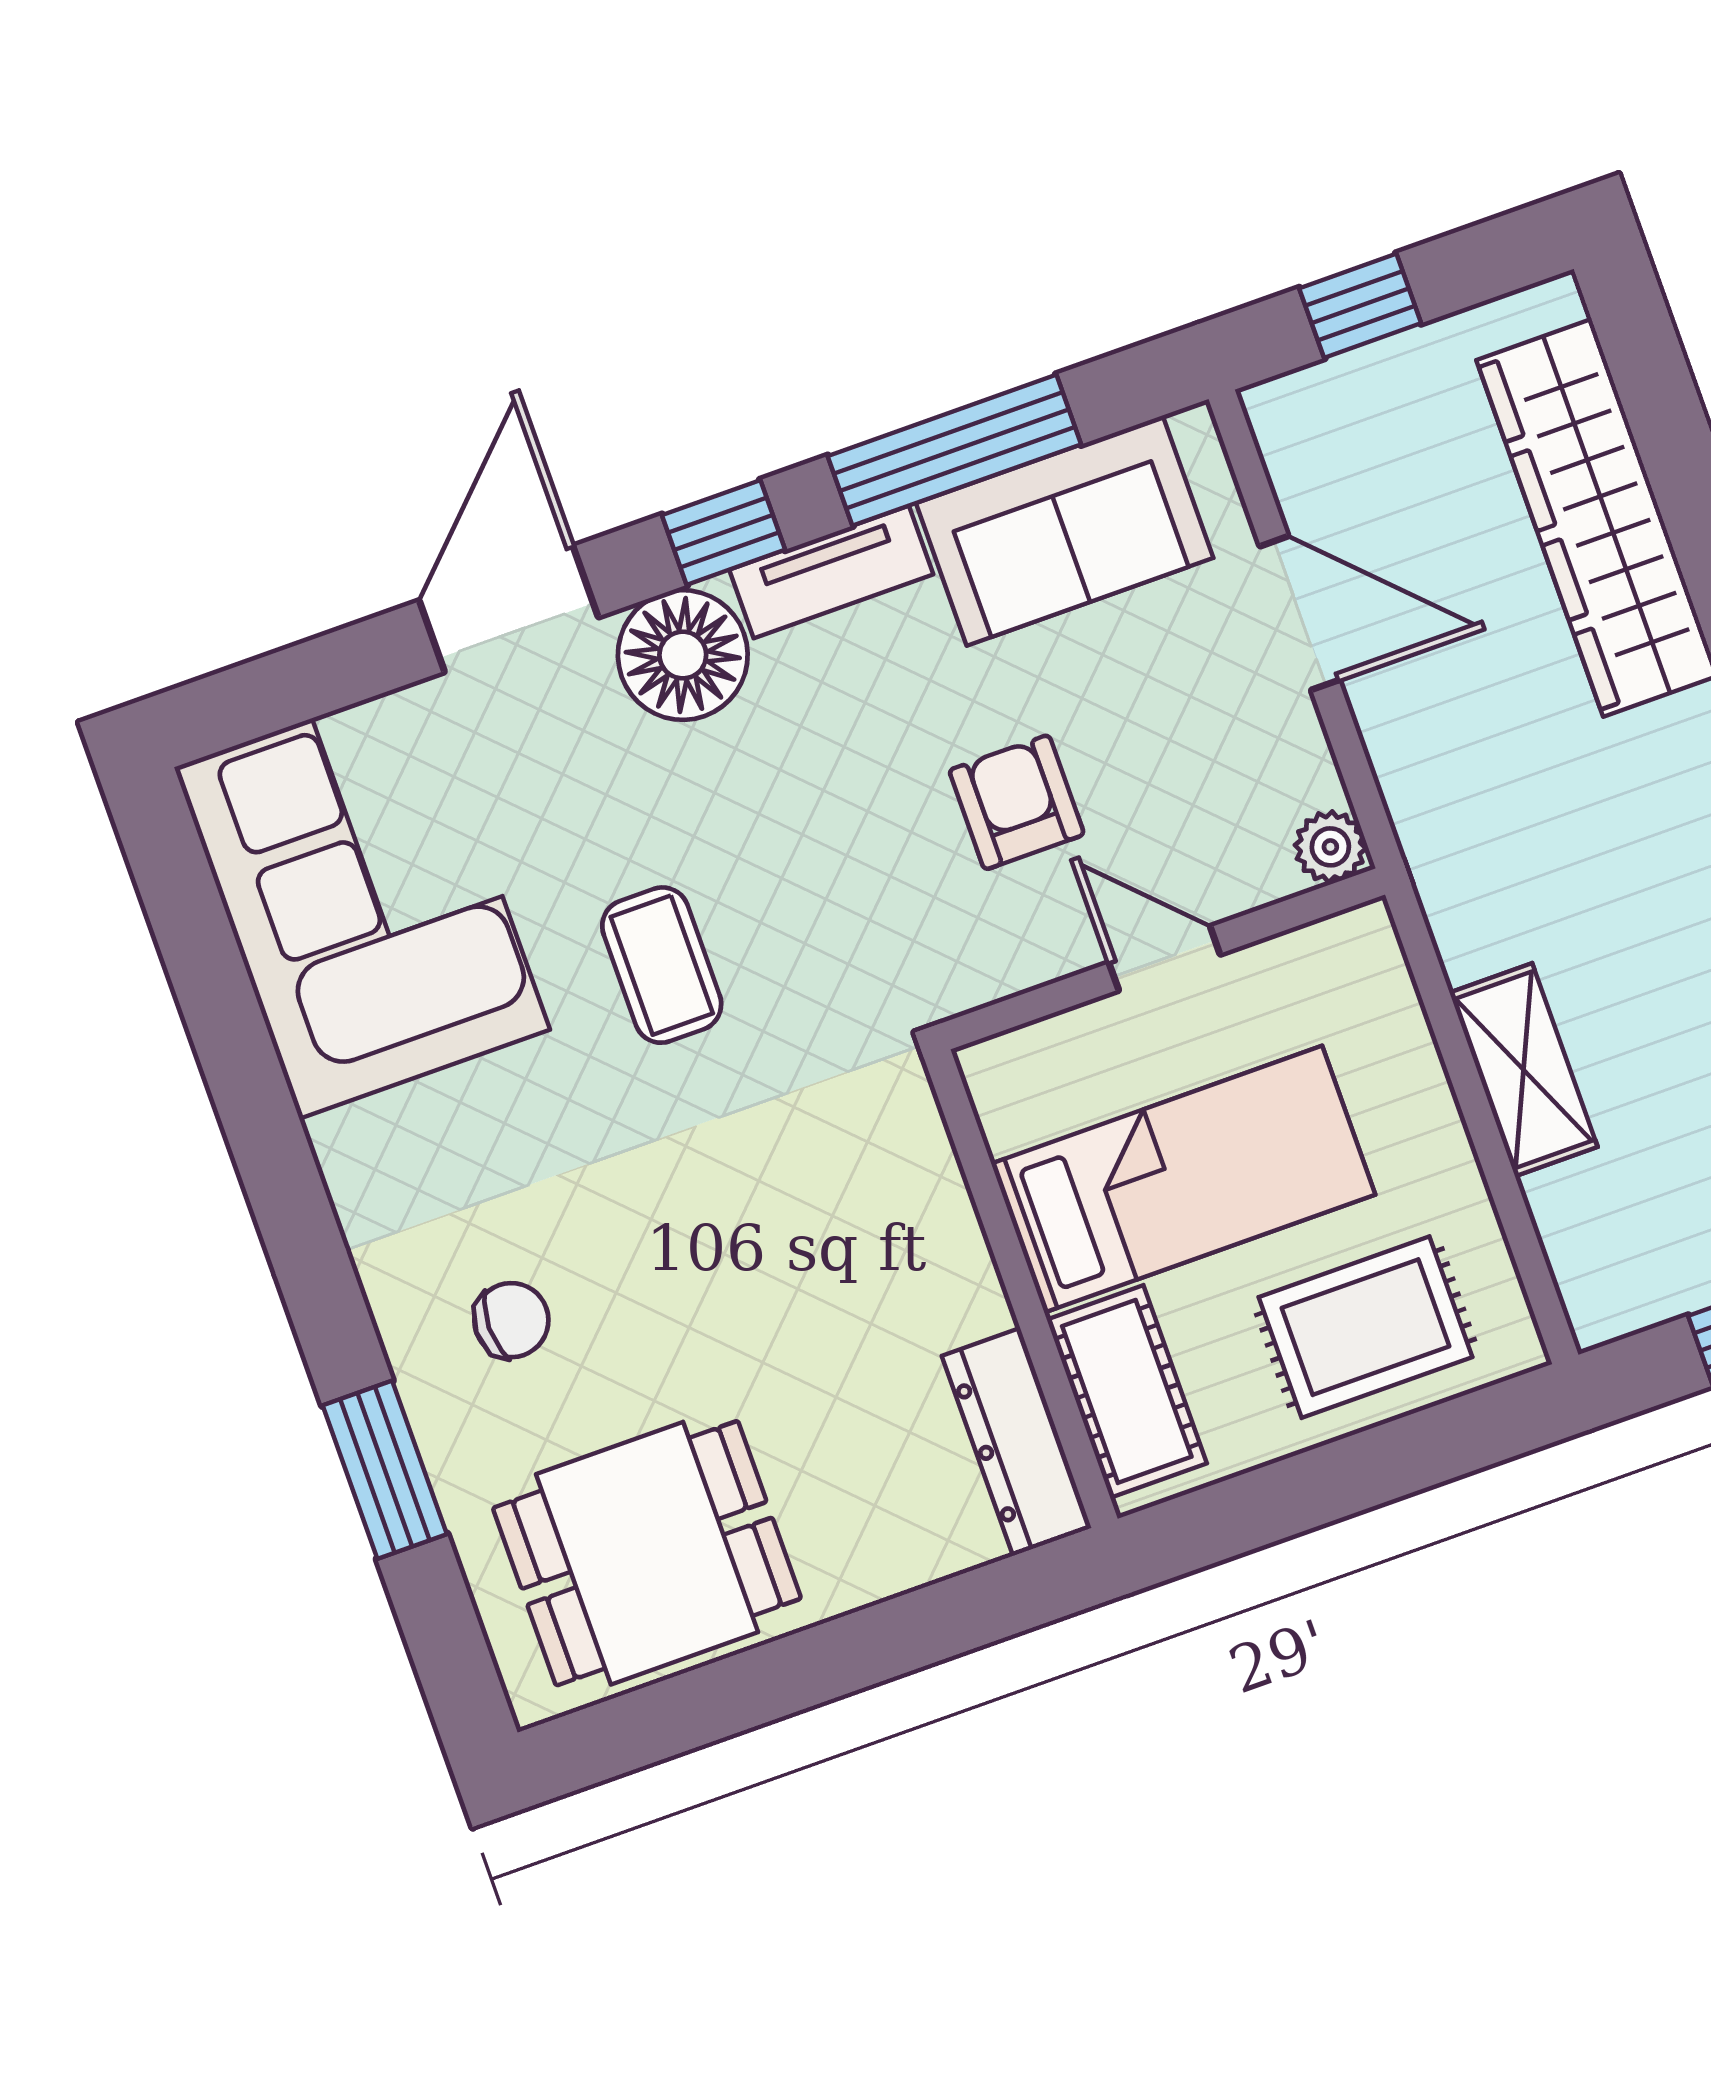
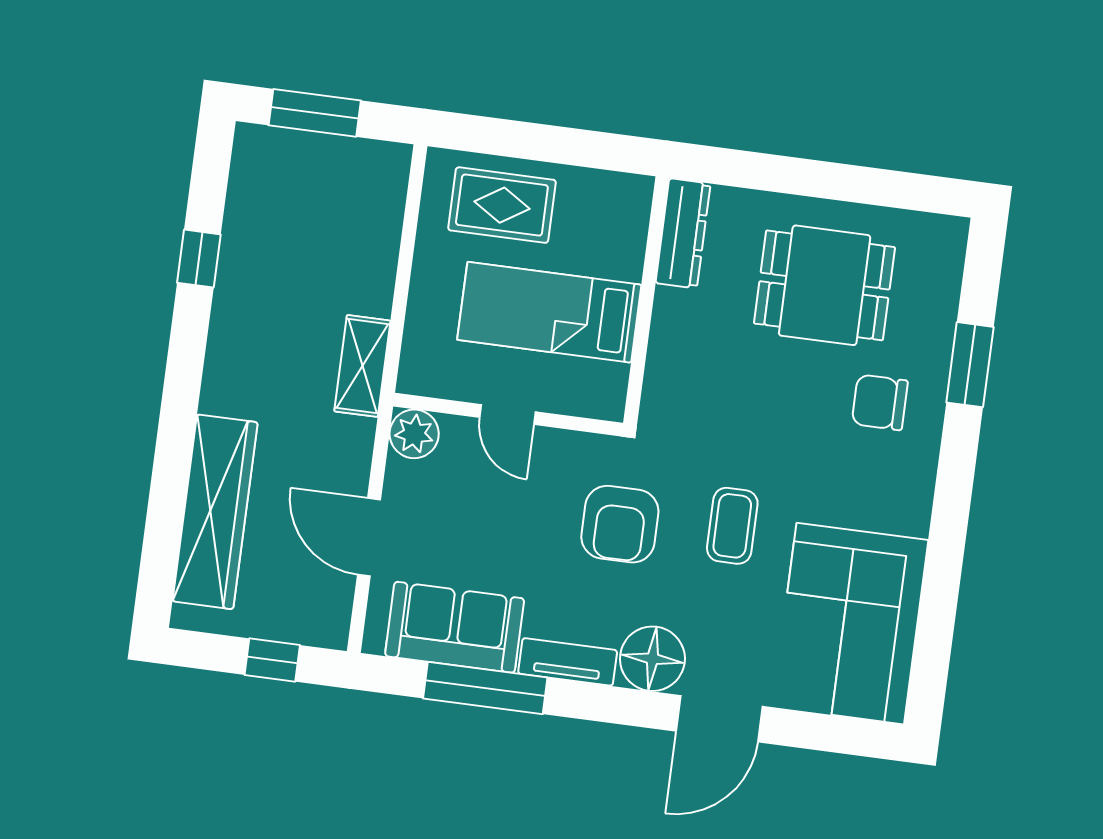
window: (724, 532) -> (606, 704), removed
armchair: (1017, 802) -> (620, 524), moved, width x1.38, depth x1.38
plant: (1330, 847) -> (414, 434), width x1.38, depth x1.38
shelving: (1524, 1070) -> (362, 366), moved
chair: (511, 1320) -> (880, 402), width x1.37, depth x1.37
cot: (1127, 1391) -> (623, 231), removed
dining table: (647, 1553) -> (825, 285), moved

